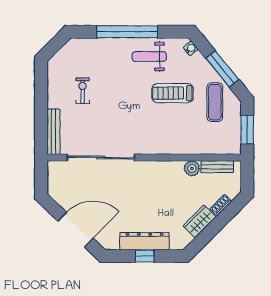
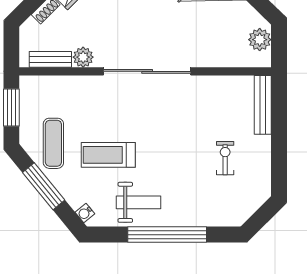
exercise bike: (83, 91) -> (225, 158), turned 180
treadmill: (173, 93) -> (108, 155), turned 180
sliding door: (101, 157) -> (147, 71), moved
plant: (56, 182) -> (260, 40), added

